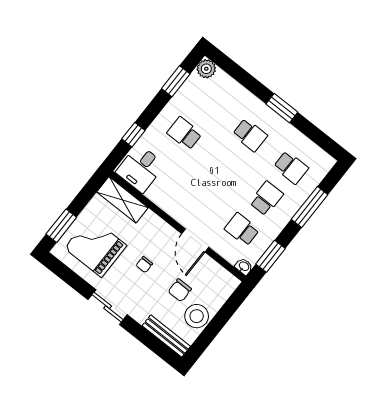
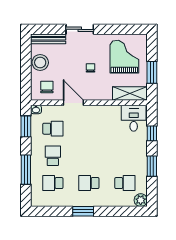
window: (176, 81) -> (152, 166), moved
school desk: (184, 133) -> (125, 183), moved
school desk: (266, 198) -> (53, 156), turned 180
window: (61, 226) -> (152, 72), moved
grand piano: (96, 247) -> (124, 57), turned -90
chair: (180, 290) -> (47, 87), moved
sliding door: (108, 307) -> (80, 29), moved

